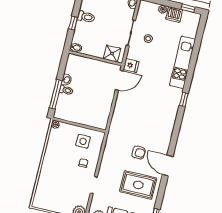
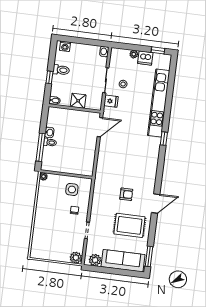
shower: (112, 54) -> (78, 101), moved
kitchen unit: (183, 62) -> (159, 103), width x1.36
fridge: (131, 66) -> (111, 101), moved
door: (168, 165) -> (156, 203), swing flipped

